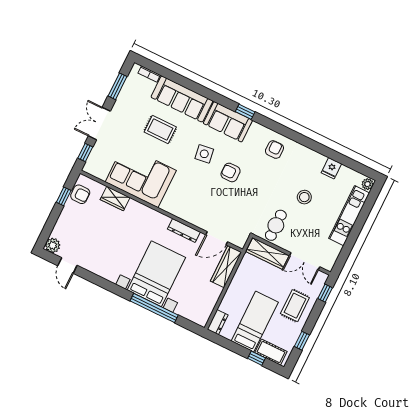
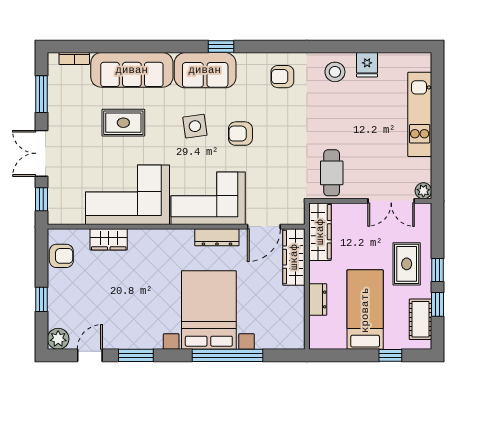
armchair: (274, 150) -> (282, 77), turned -90
plant: (368, 184) -> (423, 191), moved
window: (64, 196) -> (42, 299), moved
stool: (304, 197) -> (335, 72), moved
corner sofa: (190, 203) -> (208, 198), added
wardrobe: (268, 253) -> (320, 232), moved, turned -90
door: (67, 266) -> (90, 355), swing flipped
window: (96, 280) -> (136, 355), added
window: (325, 293) -> (437, 270), moved
dresser: (218, 322) -> (318, 299), moved
cot: (271, 352) -> (420, 319), moved, turned 90

